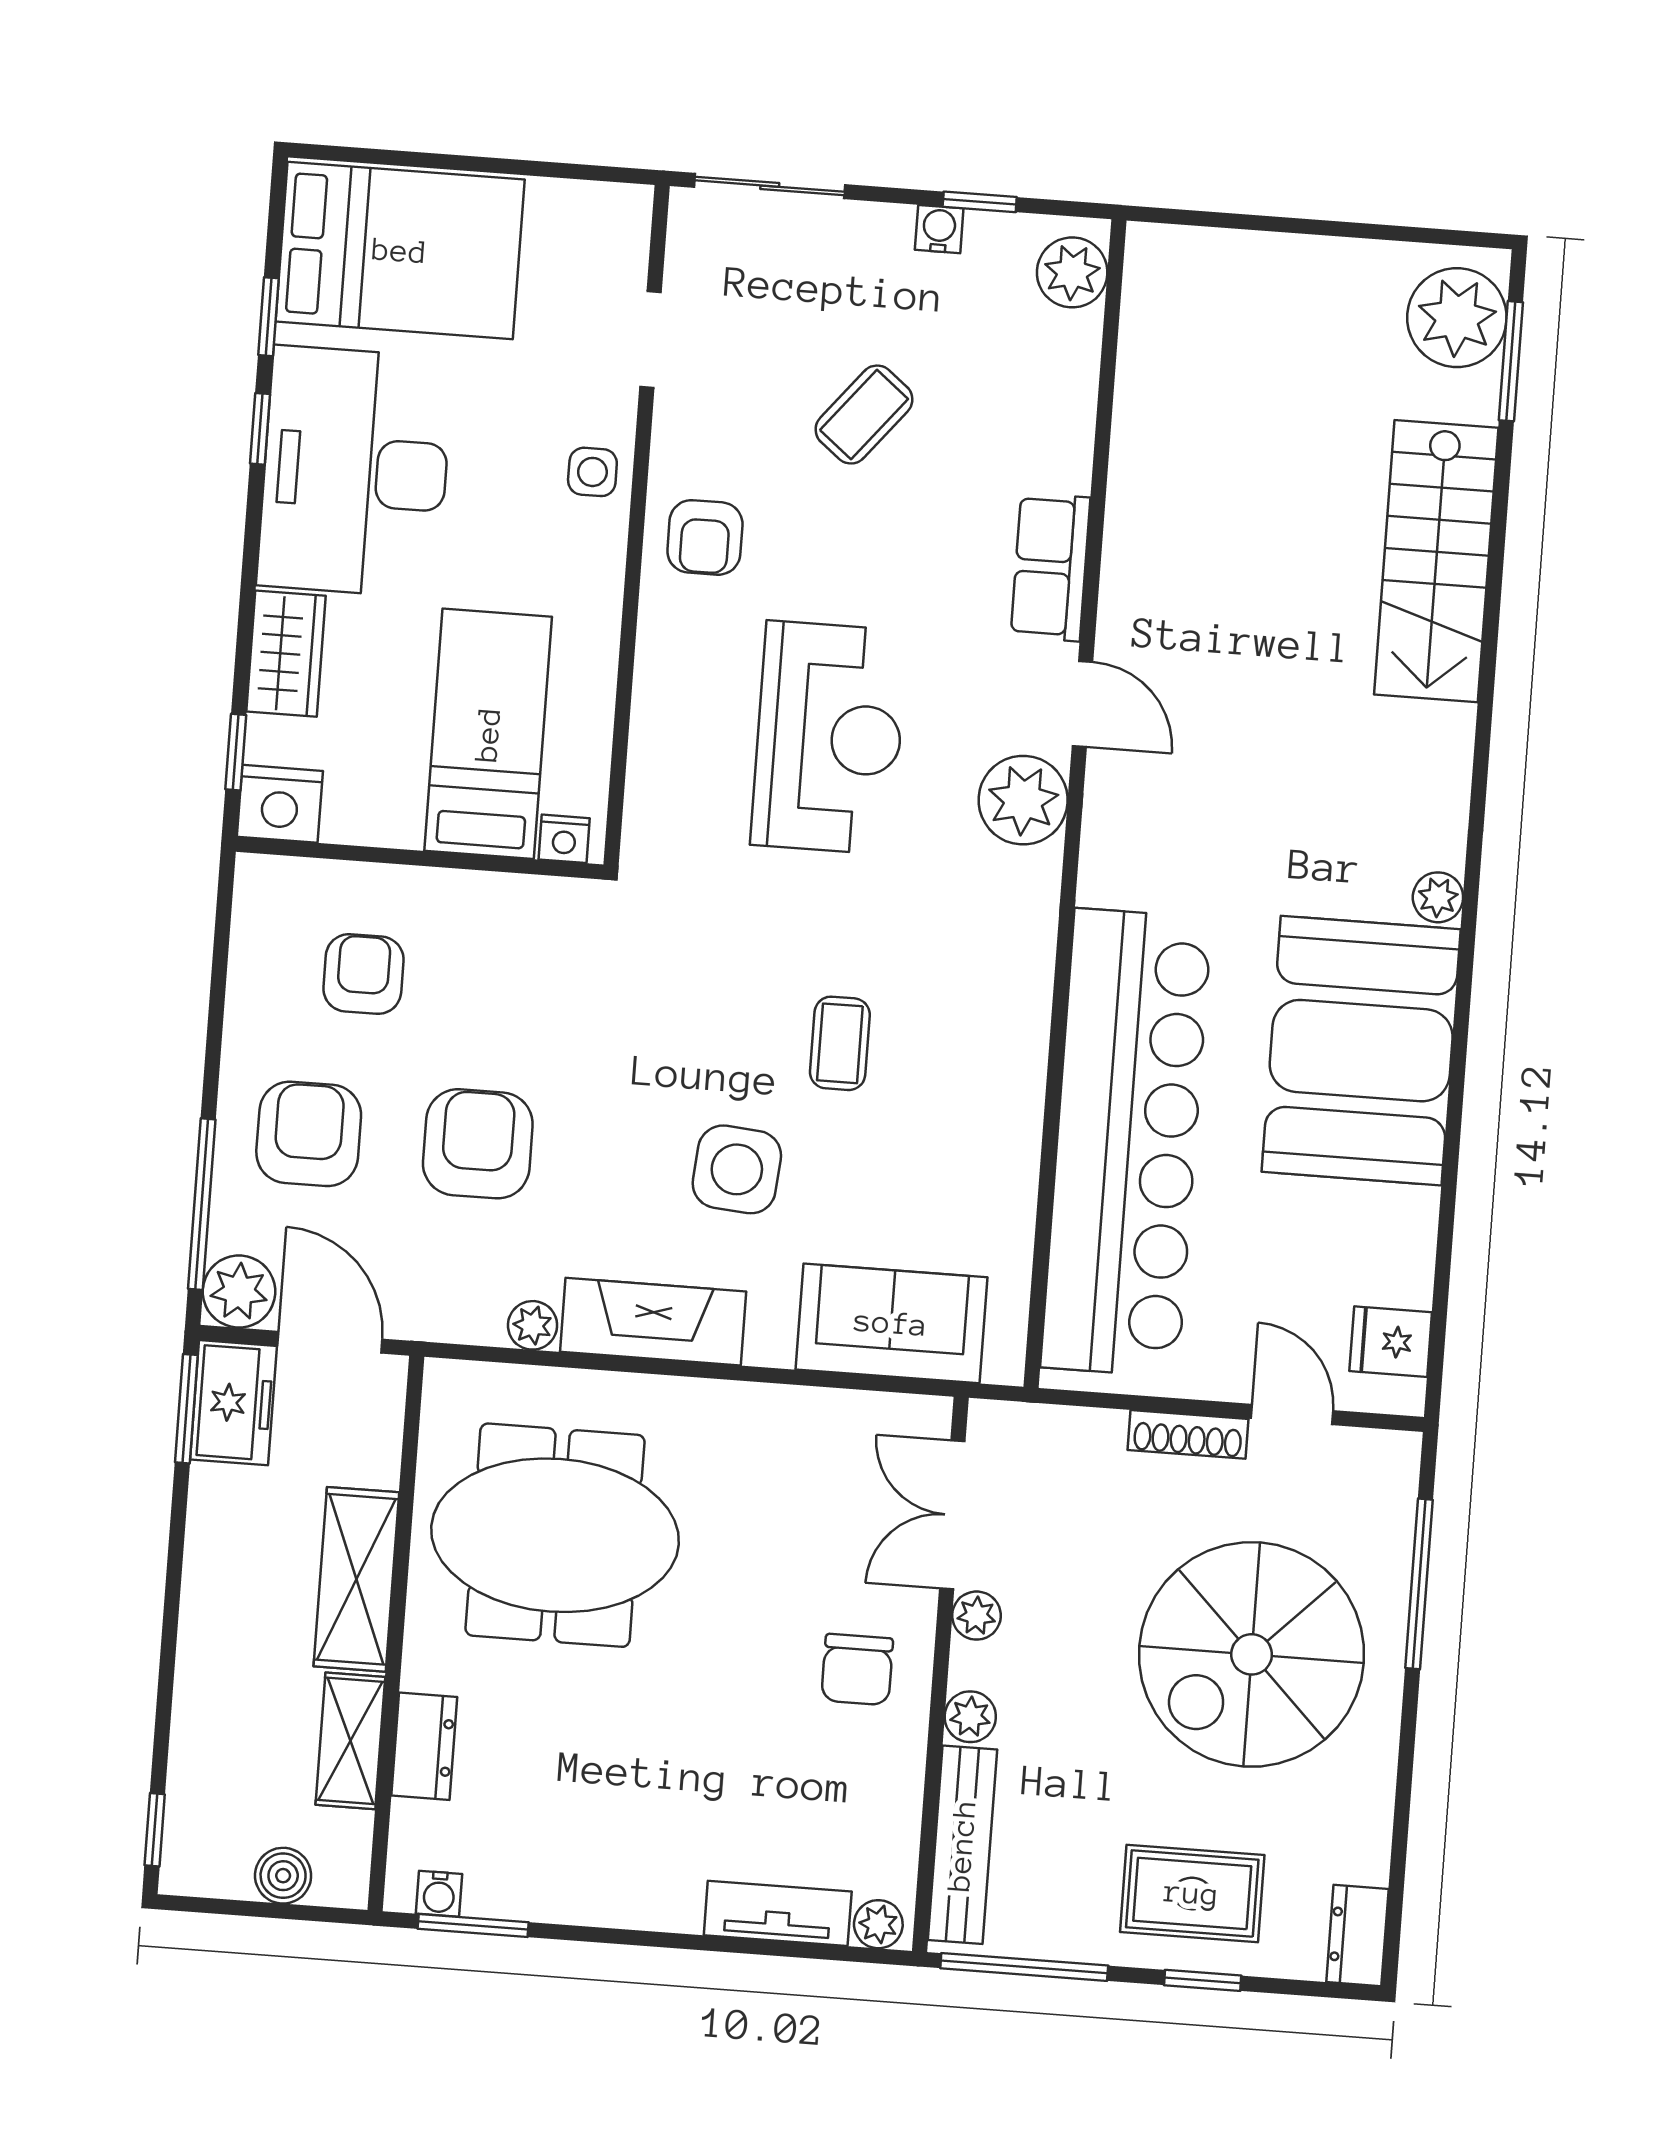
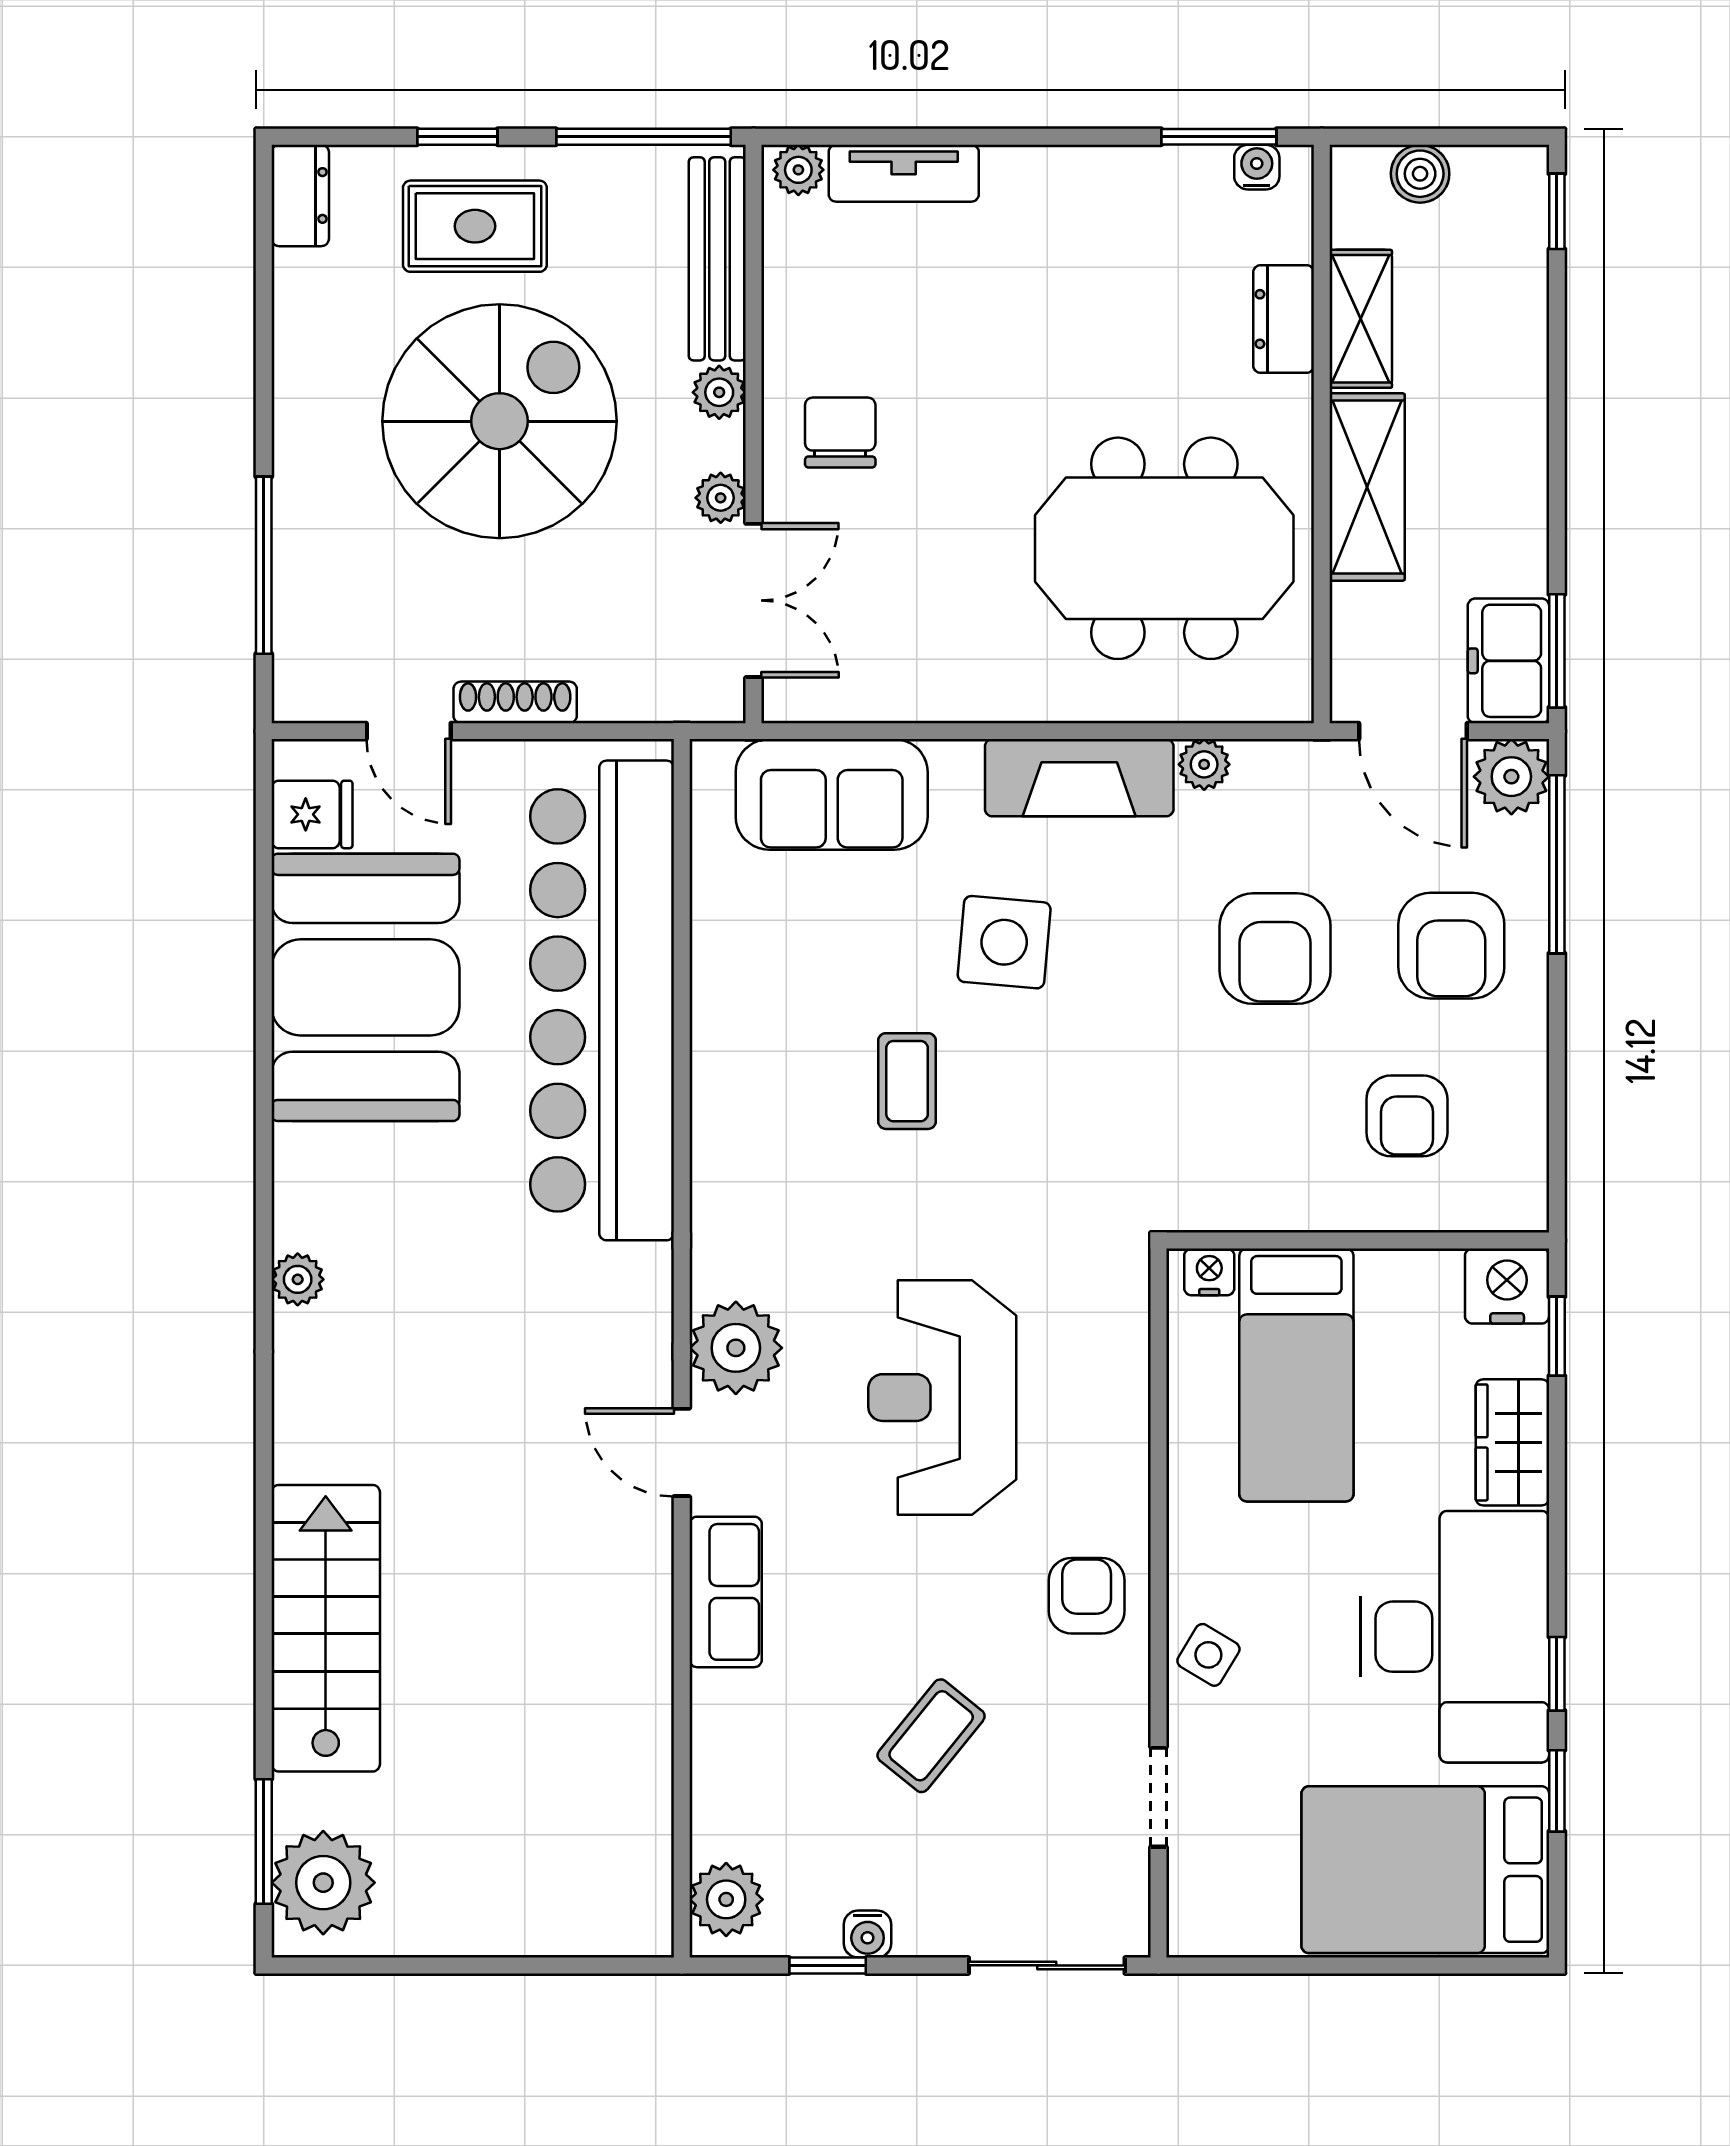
side table: (592, 472) -> (1208, 1655), turned 31
booth: (1361, 1051) -> (365, 987), moved
spiral stairs: (1252, 1654) -> (500, 421), moved

